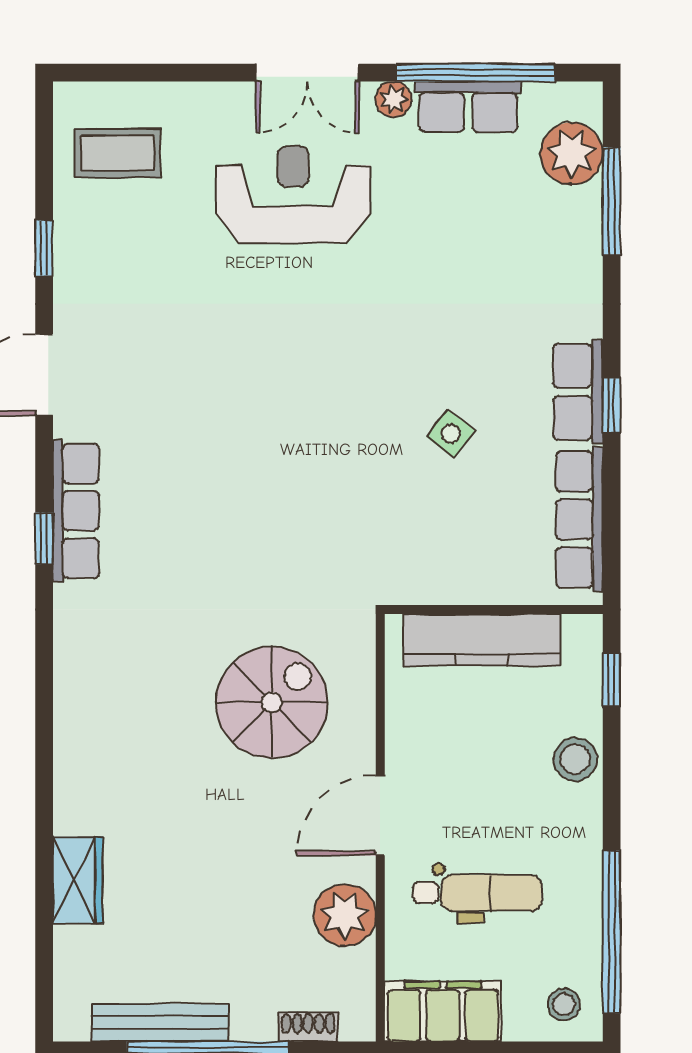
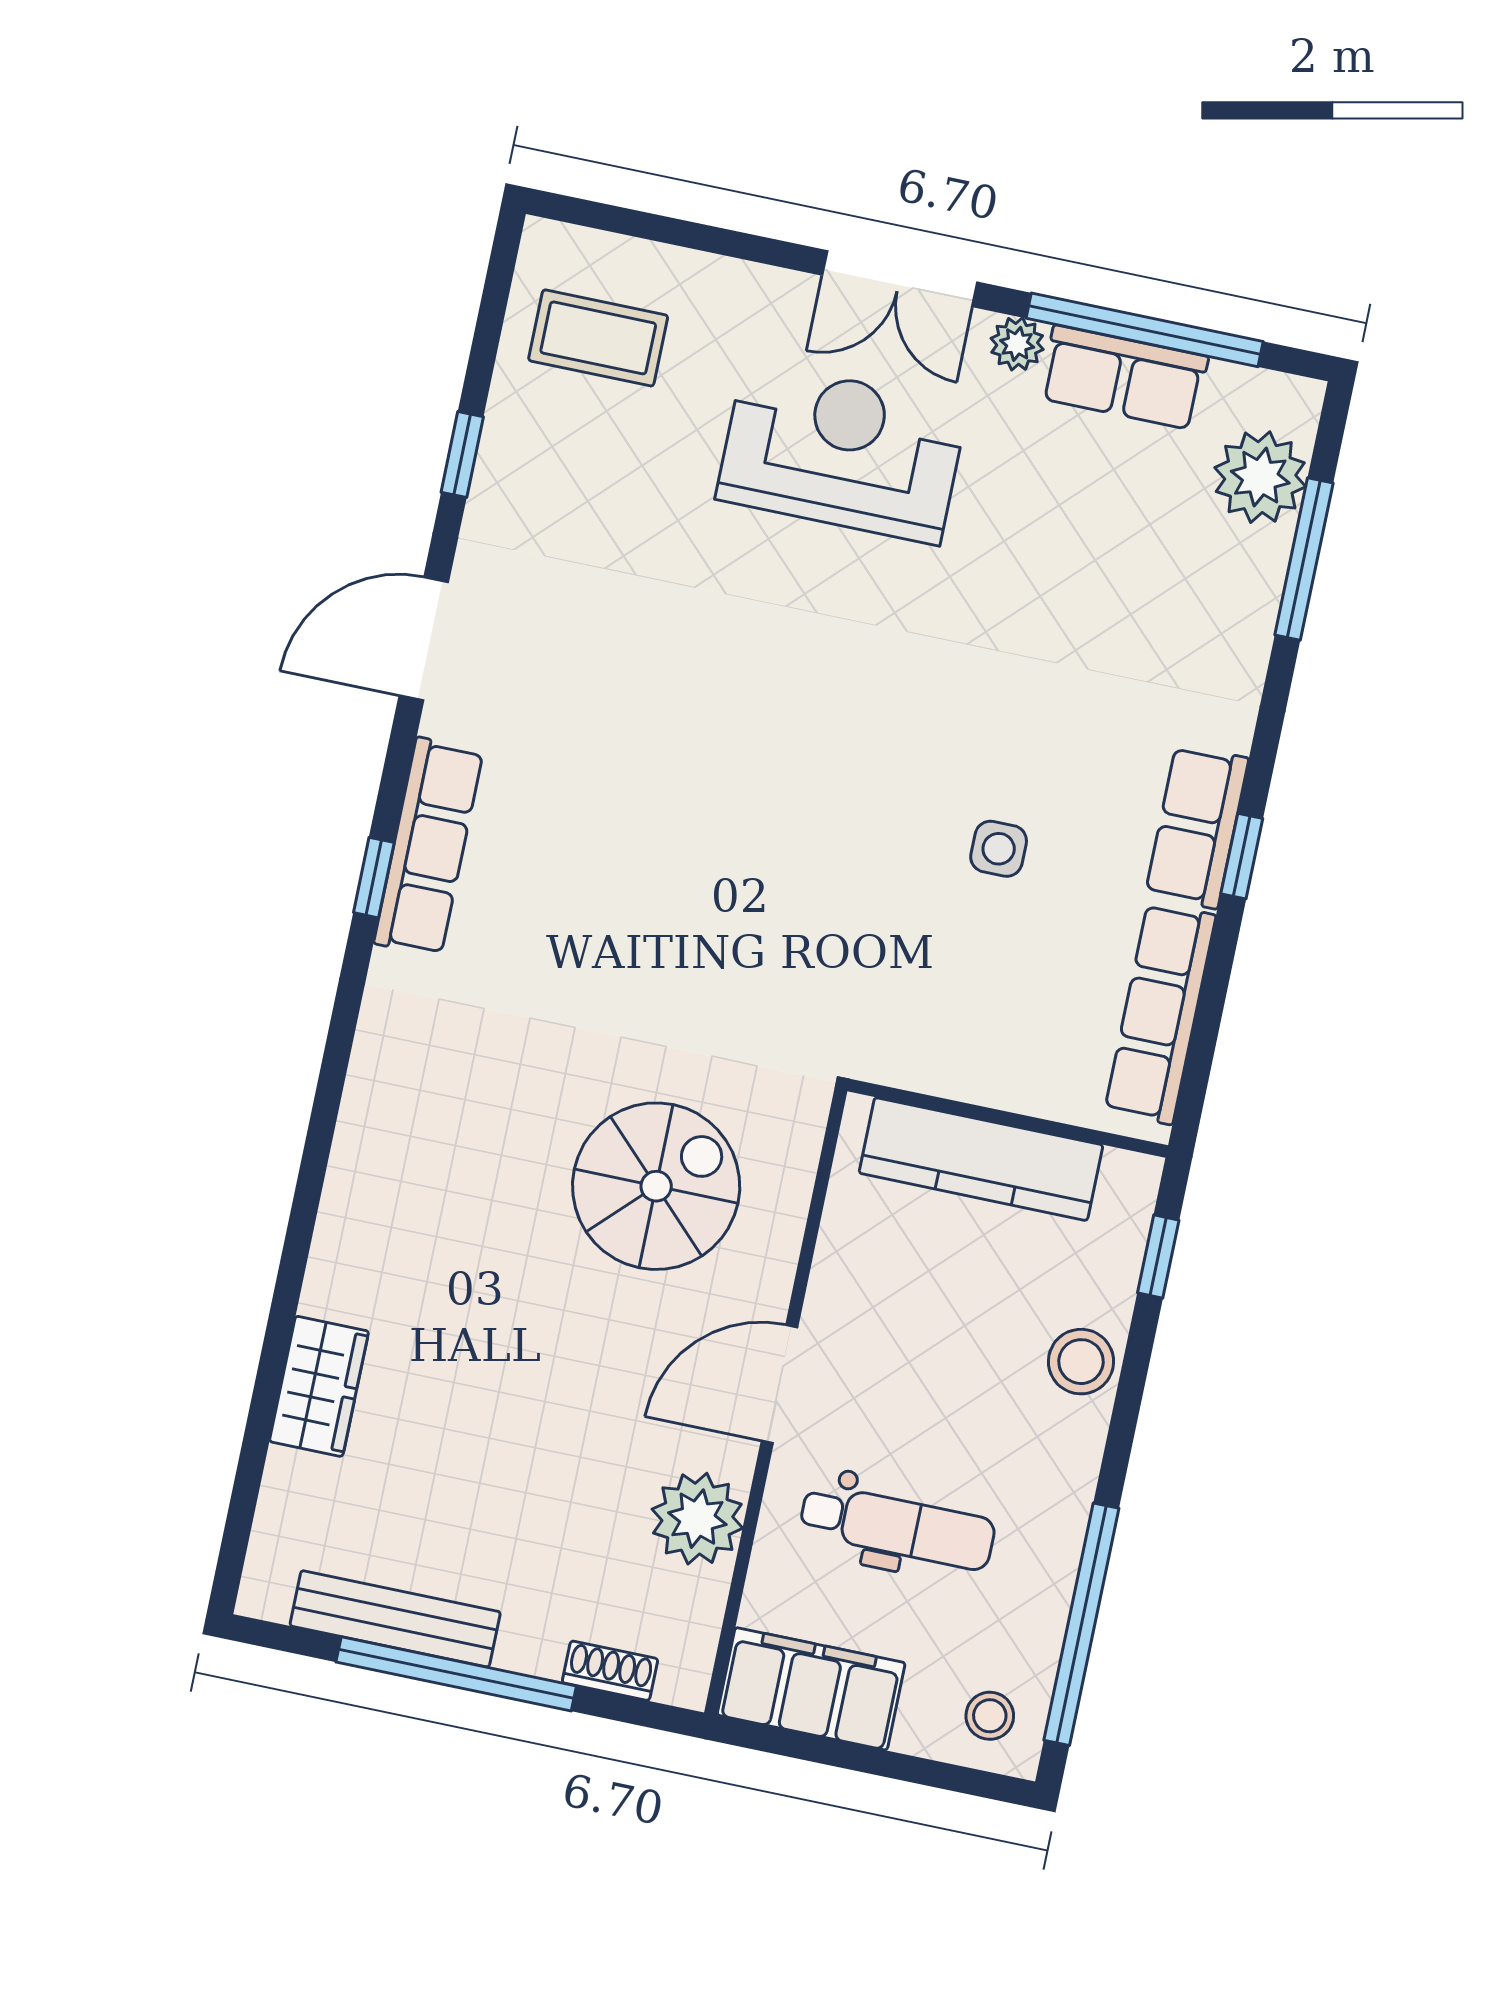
side table: (451, 434) -> (999, 849), turned -37

